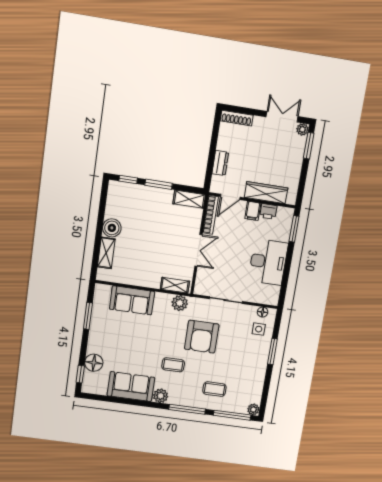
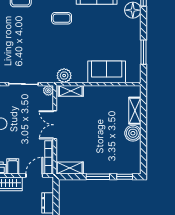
plant: (200, 289) -> (48, 90), added
armchair: (202, 337) -> (40, 48), removed

